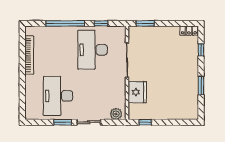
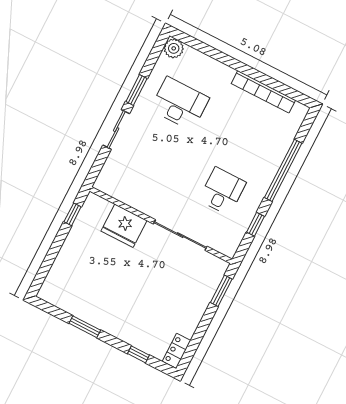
desk: (93, 50) -> (222, 191), width x0.53, depth x0.77
desk: (58, 96) -> (180, 104), width x0.73, depth x0.77
plant: (116, 114) -> (174, 48), moved

